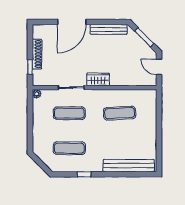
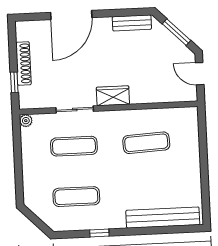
bench: (109, 29) -> (132, 23), width x0.73

